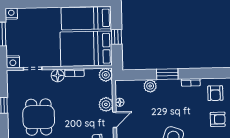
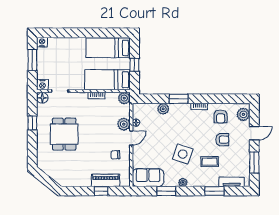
bed: (86, 49) -> (107, 80), width x0.67
floor lamp: (58, 76) -> (42, 98), moved

